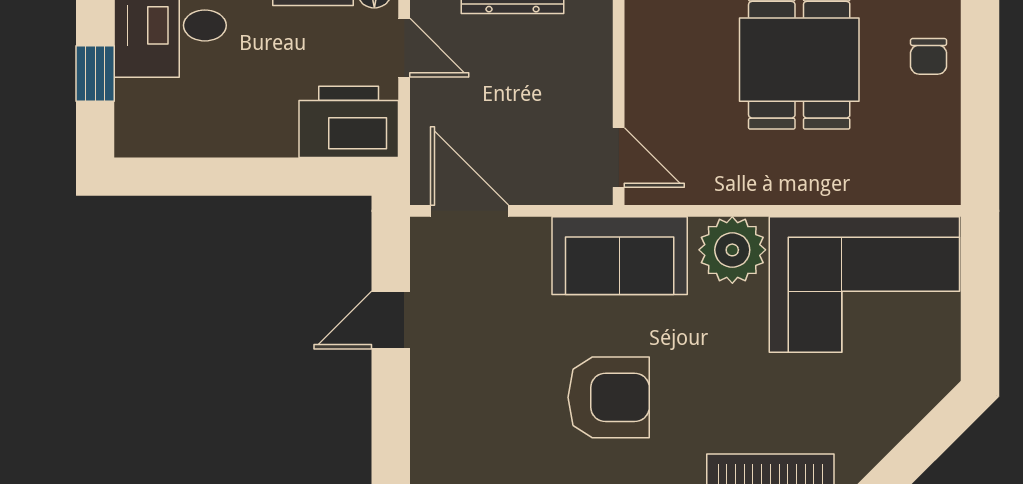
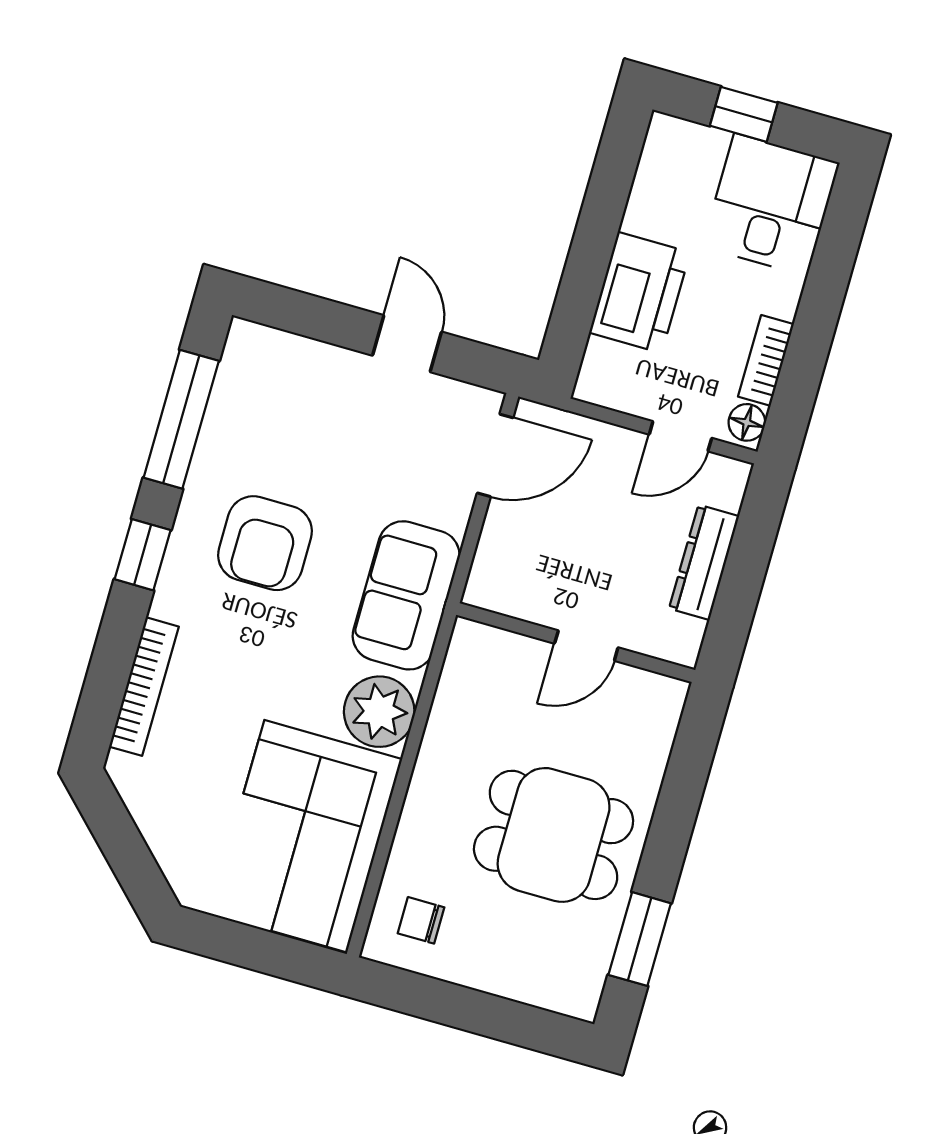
chair: (929, 56) -> (421, 920), moved
printer: (349, 122) -> (640, 292), moved
door: (619, 158) -> (586, 646), moved

